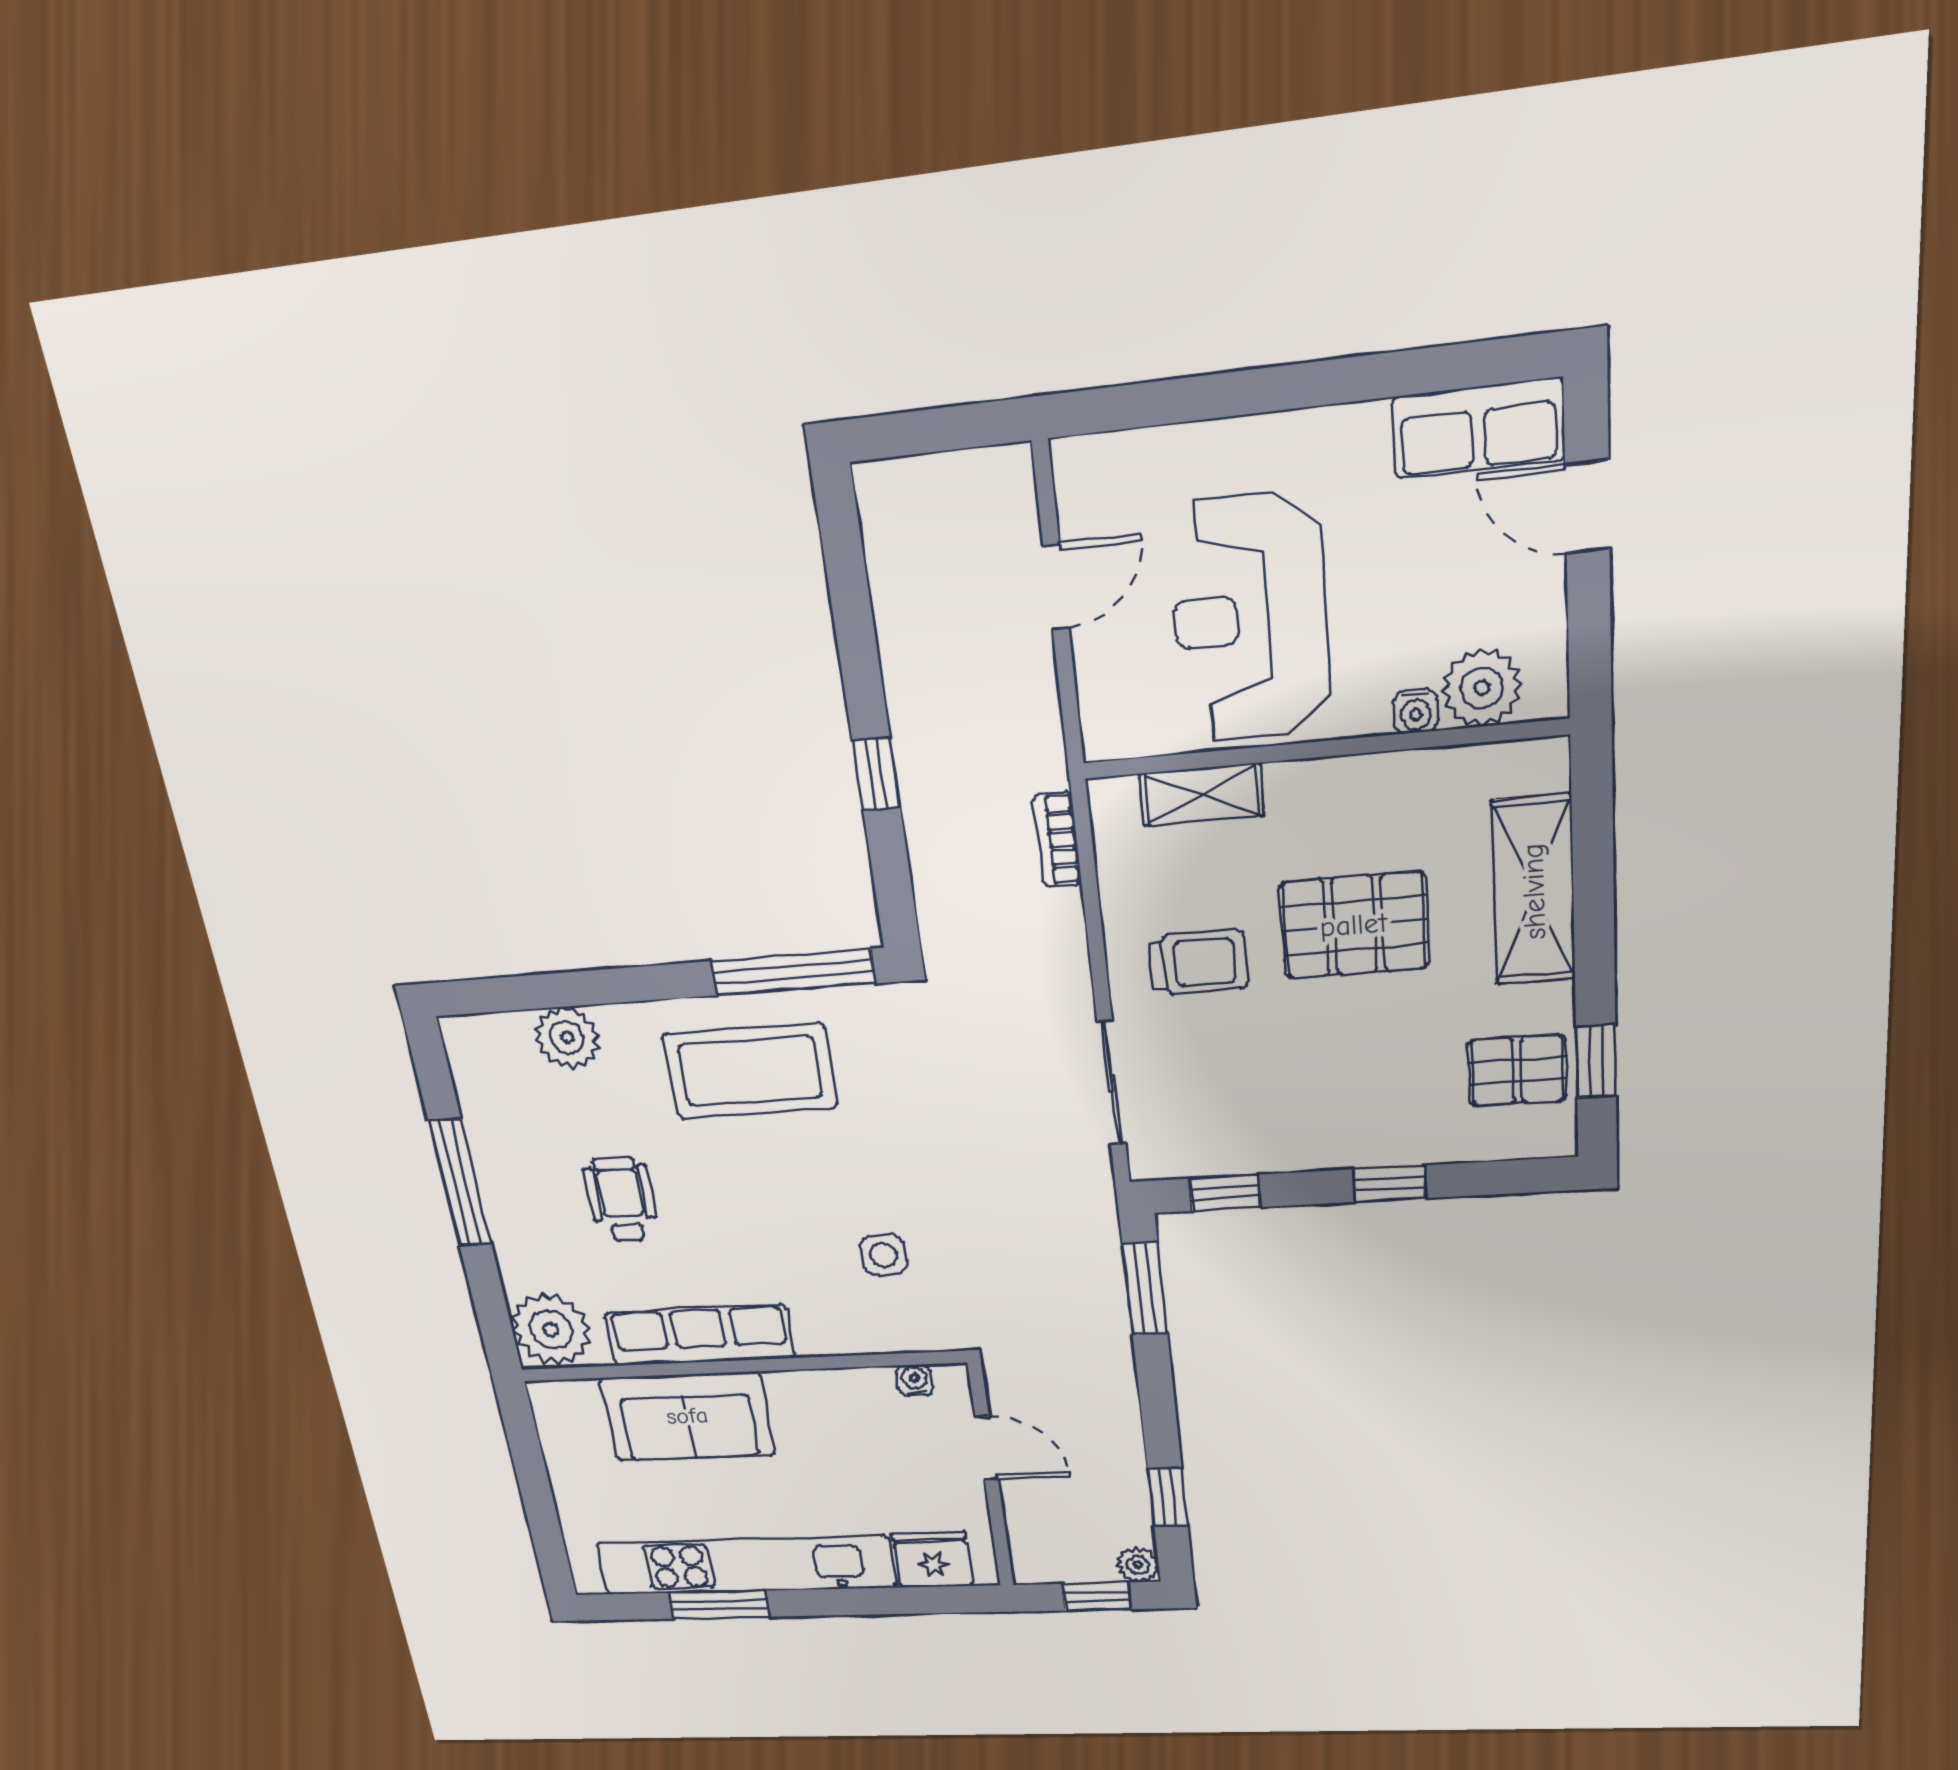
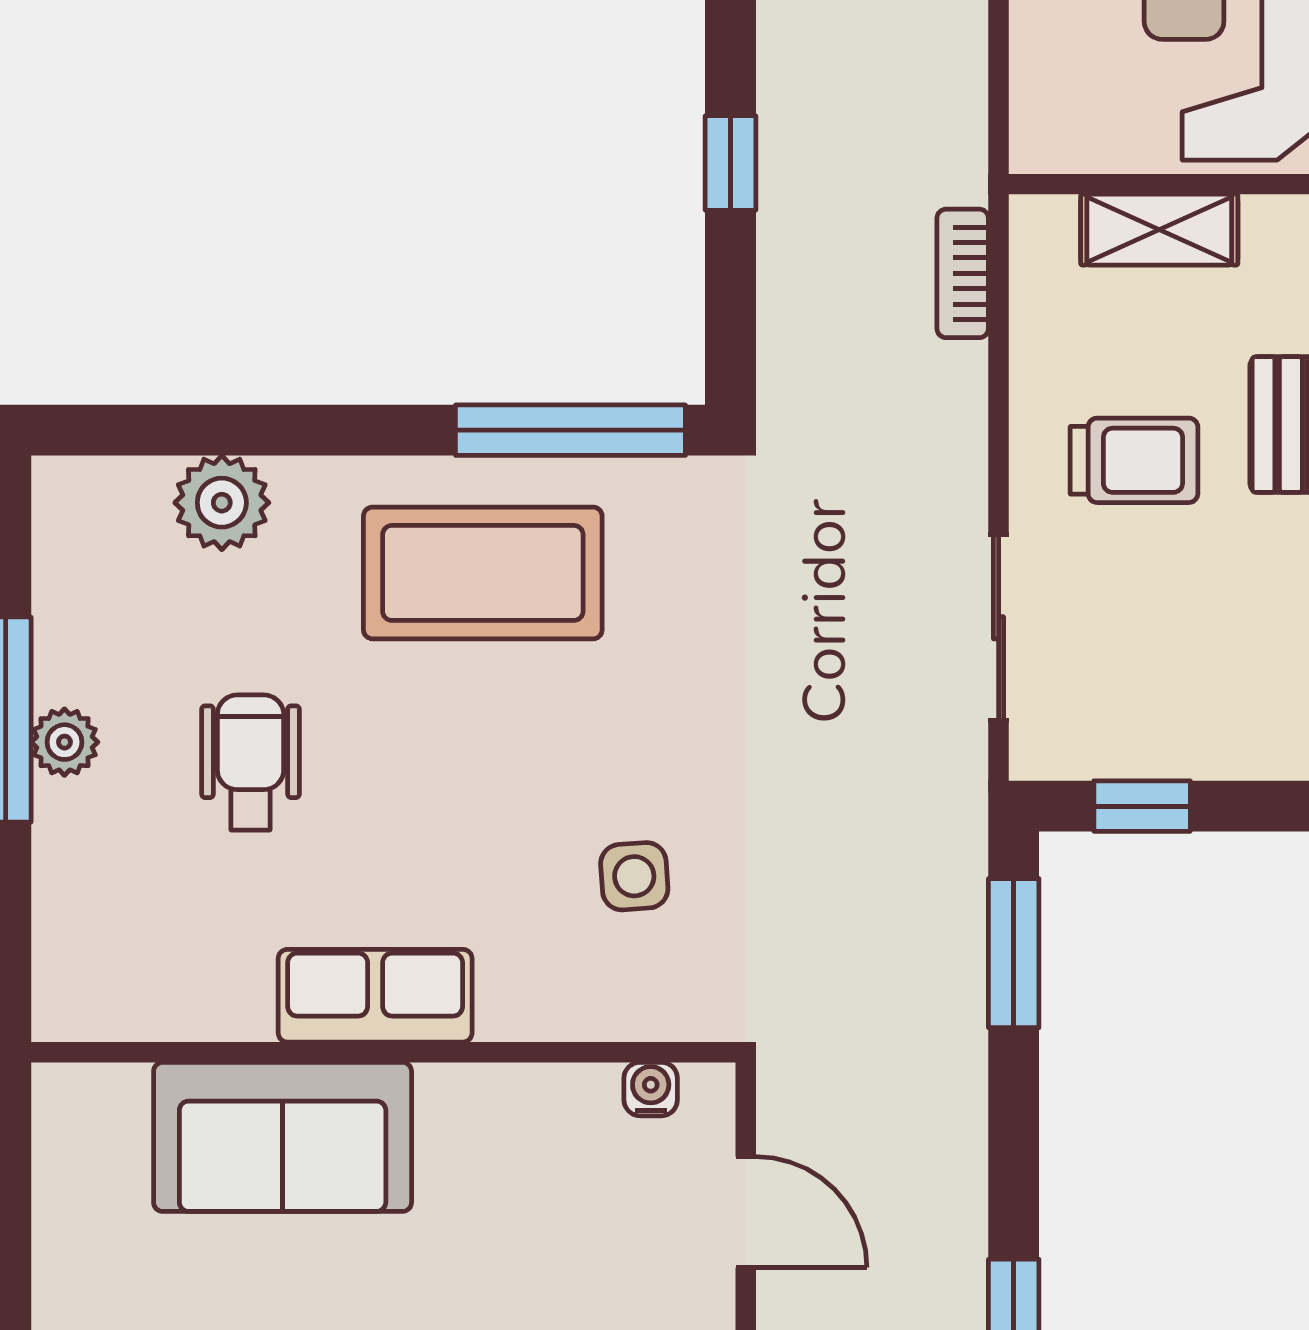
plant: (551, 1329) -> (64, 742), moved, width x0.53, depth x0.53
row of seats: (700, 1335) -> (375, 996), width x0.68

